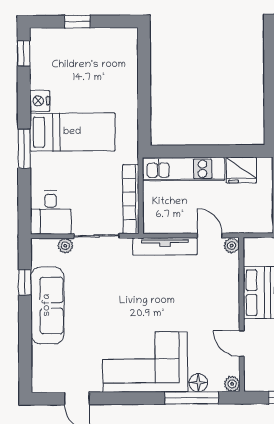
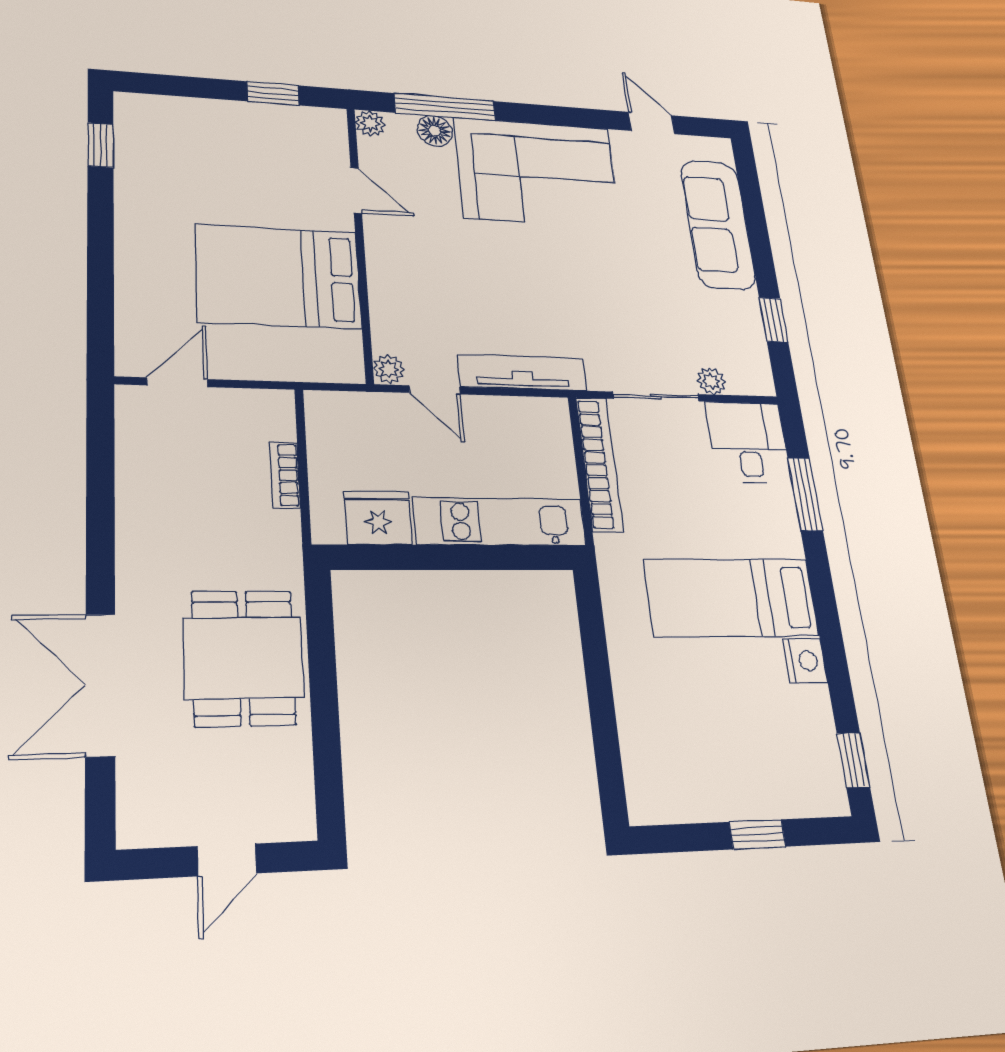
window: (24, 149) -> (805, 494), moved
sofa: (47, 305) -> (718, 225), moved

